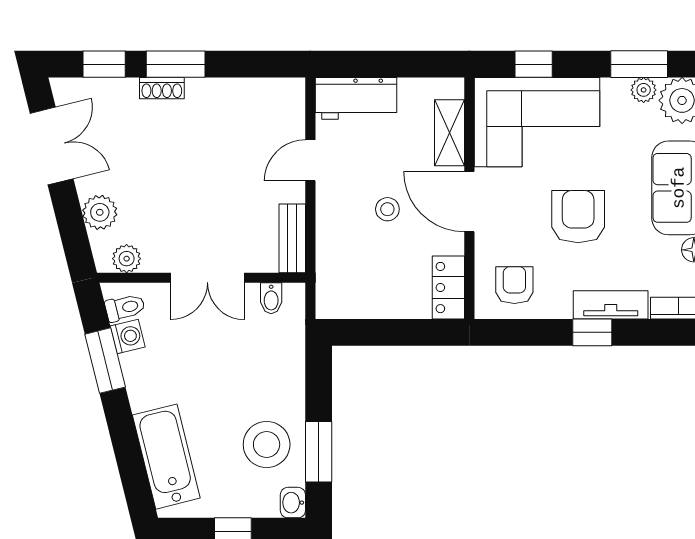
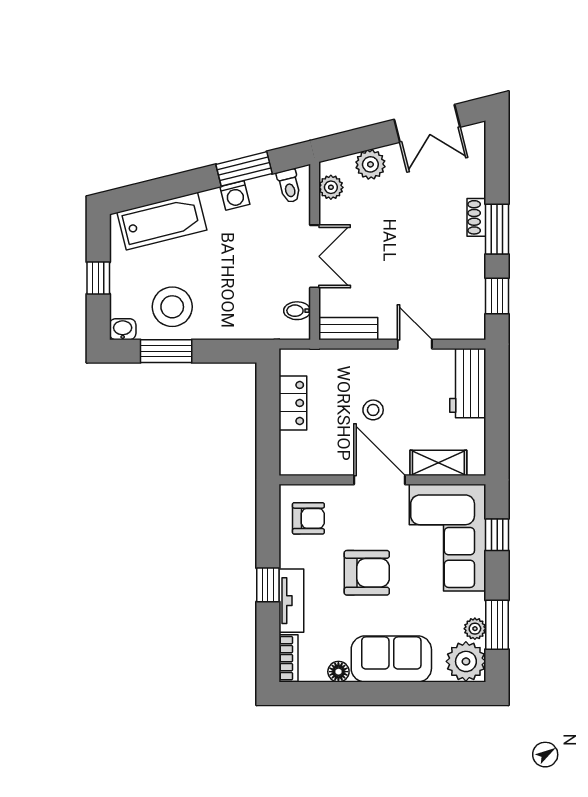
window: (104, 64) -> (497, 296), moved
door: (469, 202) -> (380, 480), hinge flipped
double door: (207, 278) -> (315, 256), swing flipped
locker: (448, 288) -> (293, 403), moved, turned 90
washing machine: (128, 337) -> (235, 196), moved

